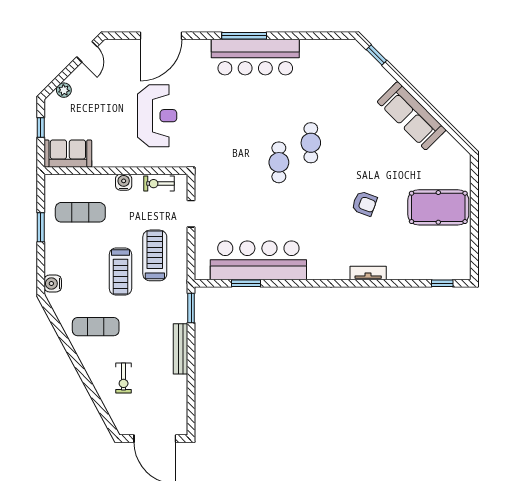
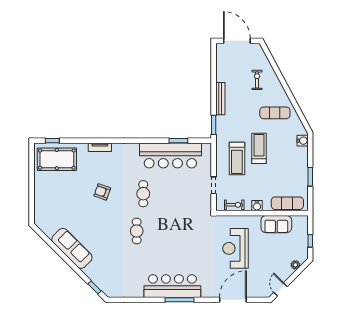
sofa: (68, 154) -> (276, 224), moved
cafe table: (279, 162) -> (143, 194), moved
pool table: (438, 207) -> (57, 159), moved
exercise mat: (80, 212) -> (287, 203), moved

